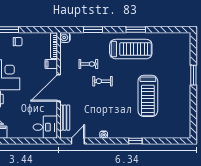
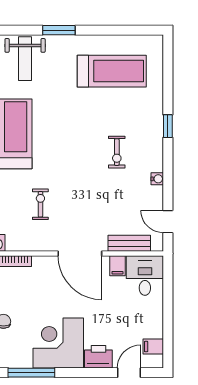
weight bench: (176, 55) -> (25, 59), added
filing cabinet: (51, 64) -> (117, 266), moved
exercise bike: (102, 81) -> (117, 152), moved
treadmill: (148, 96) -> (112, 71), moved

